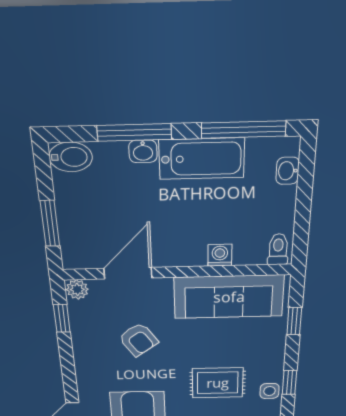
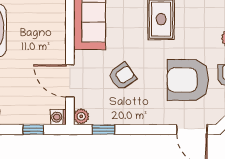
window: (50, 223) -> (33, 130), width x0.67
washing machine: (220, 255) -> (58, 117), moved

